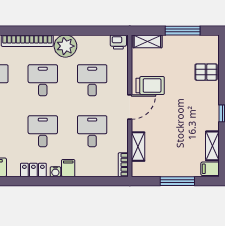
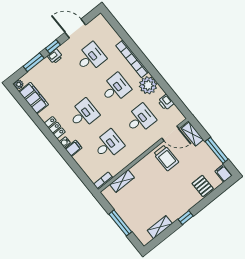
printer: (118, 42) -> (166, 102), moved
door: (130, 107) -> (170, 133), moved
filing cabinet: (210, 169) -> (224, 173), moved

